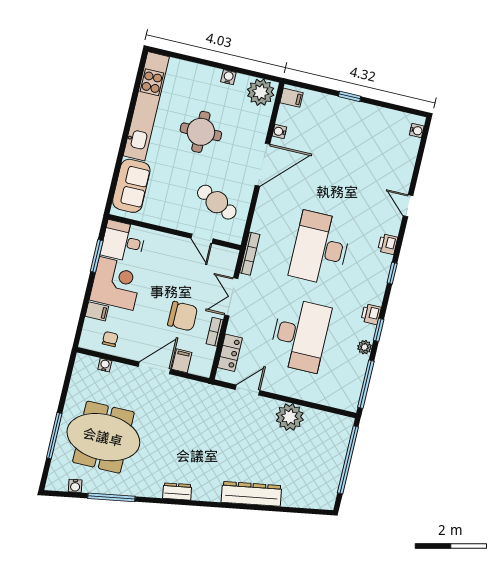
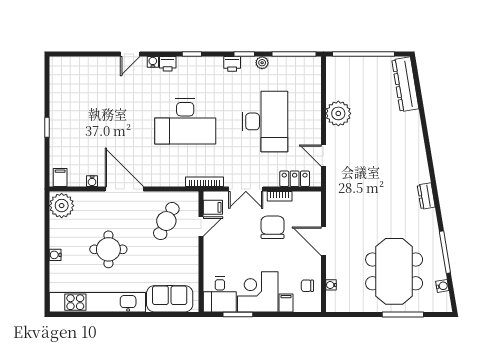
water cooler: (228, 77) -> (55, 255), moved
water cooler: (417, 131) -> (153, 62), moved
desk: (300, 335) -> (265, 121), turned 90
filing cabinet: (182, 361) -> (213, 207), moved, turned 180
dresser: (251, 494) -> (405, 84), moved

